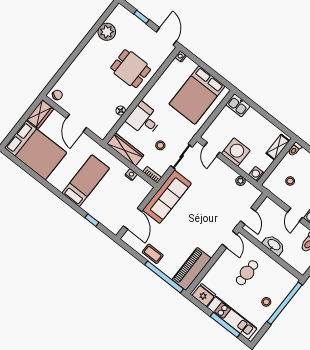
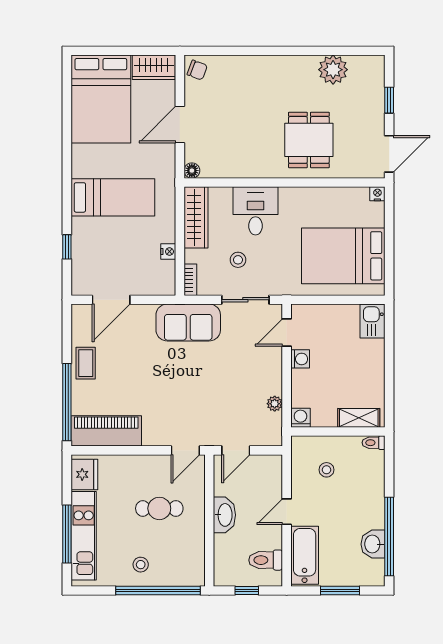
floor lamp: (121, 111) -> (192, 171), moved
washing machine: (236, 152) -> (300, 359), width x0.53, depth x0.53
sofa: (167, 197) -> (188, 322), width x0.73

